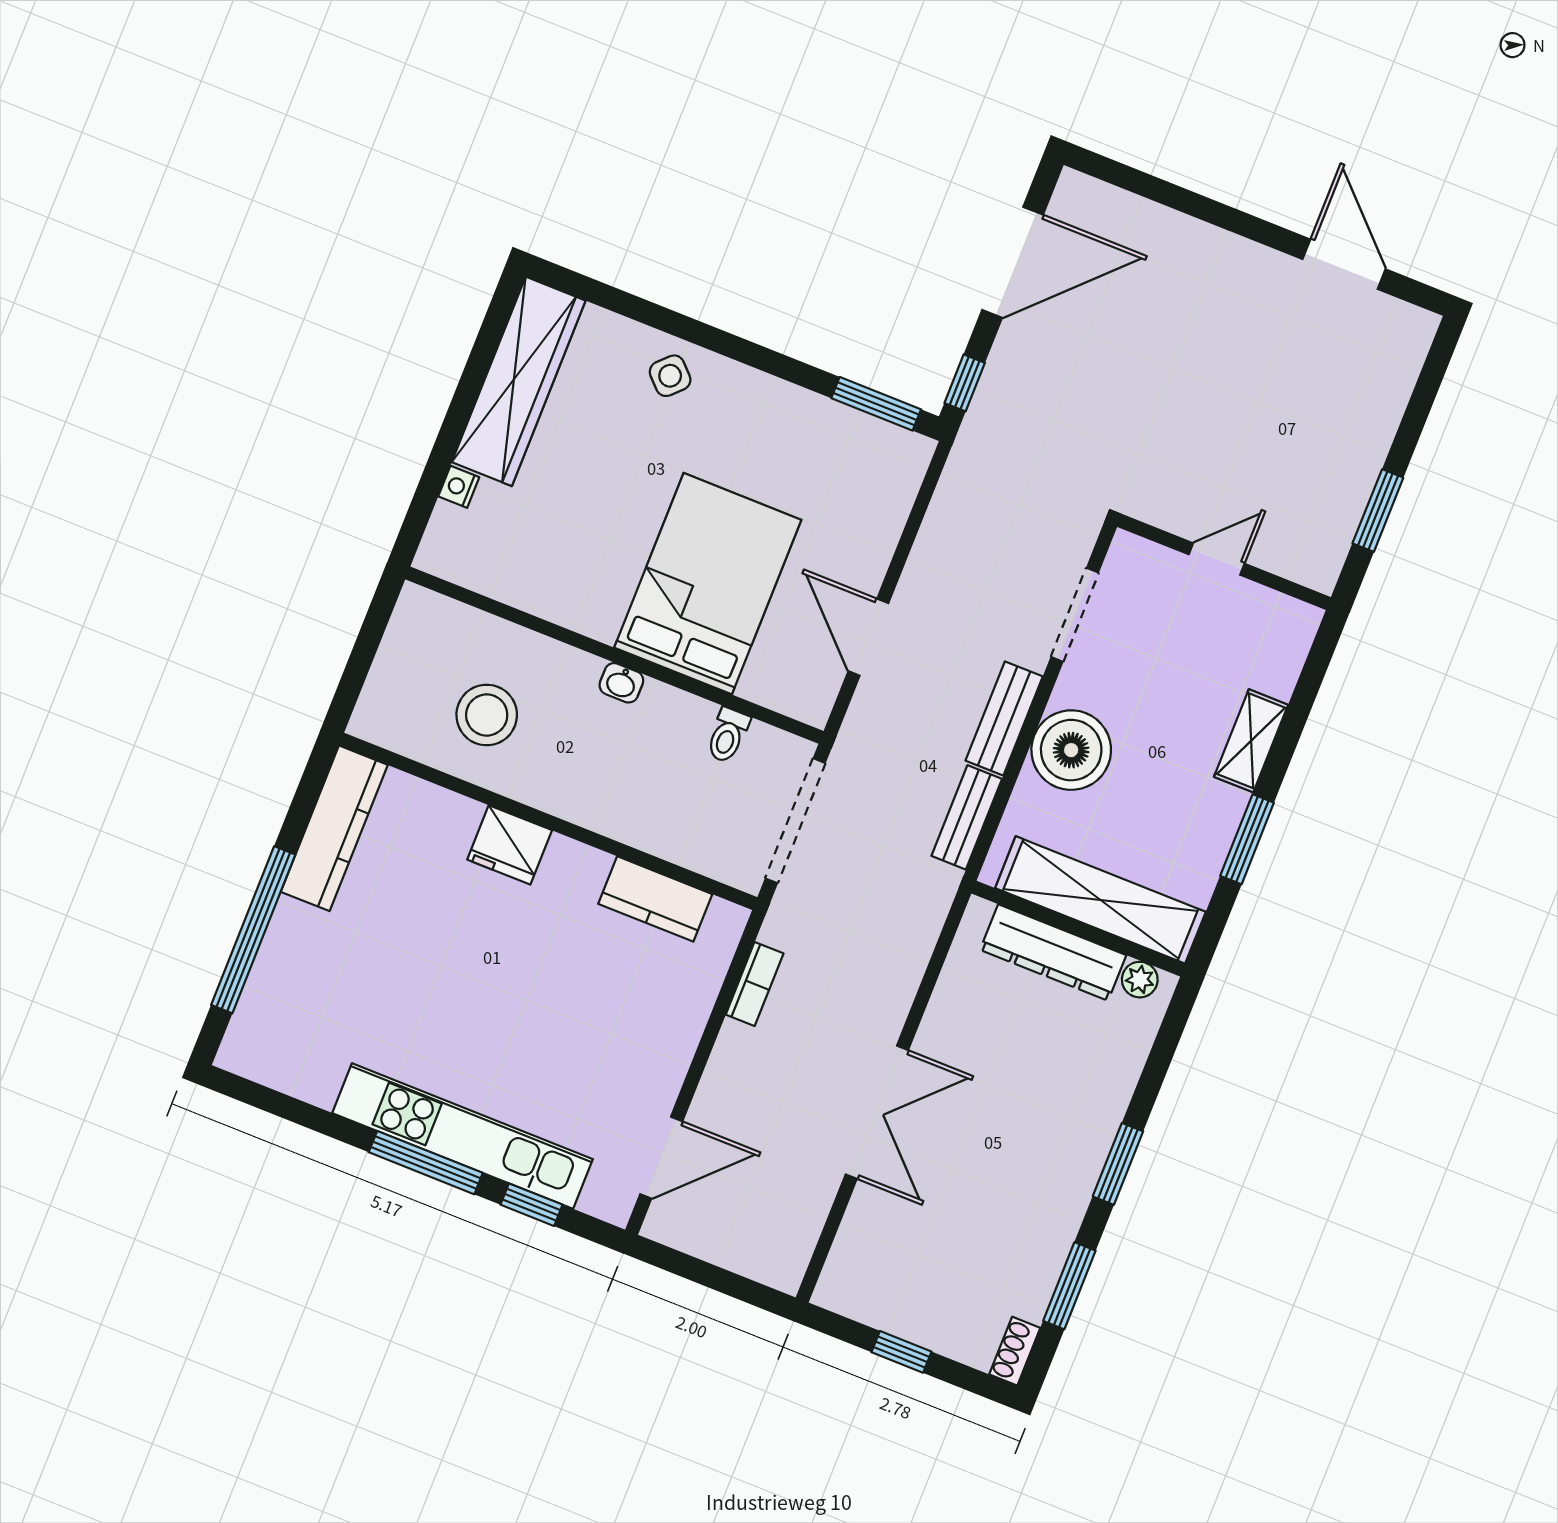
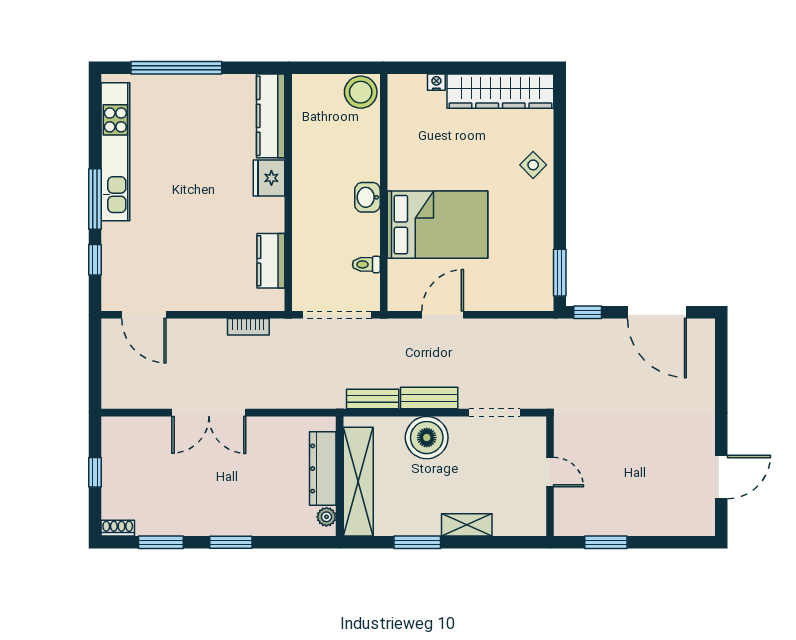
washbasin: (621, 683) -> (367, 197), width x1.38, depth x1.45
stool: (487, 715) -> (361, 92), moved
kitchen counter: (334, 828) -> (271, 116), moved, turned 90
kitchen unit: (463, 1136) -> (115, 152), moved

